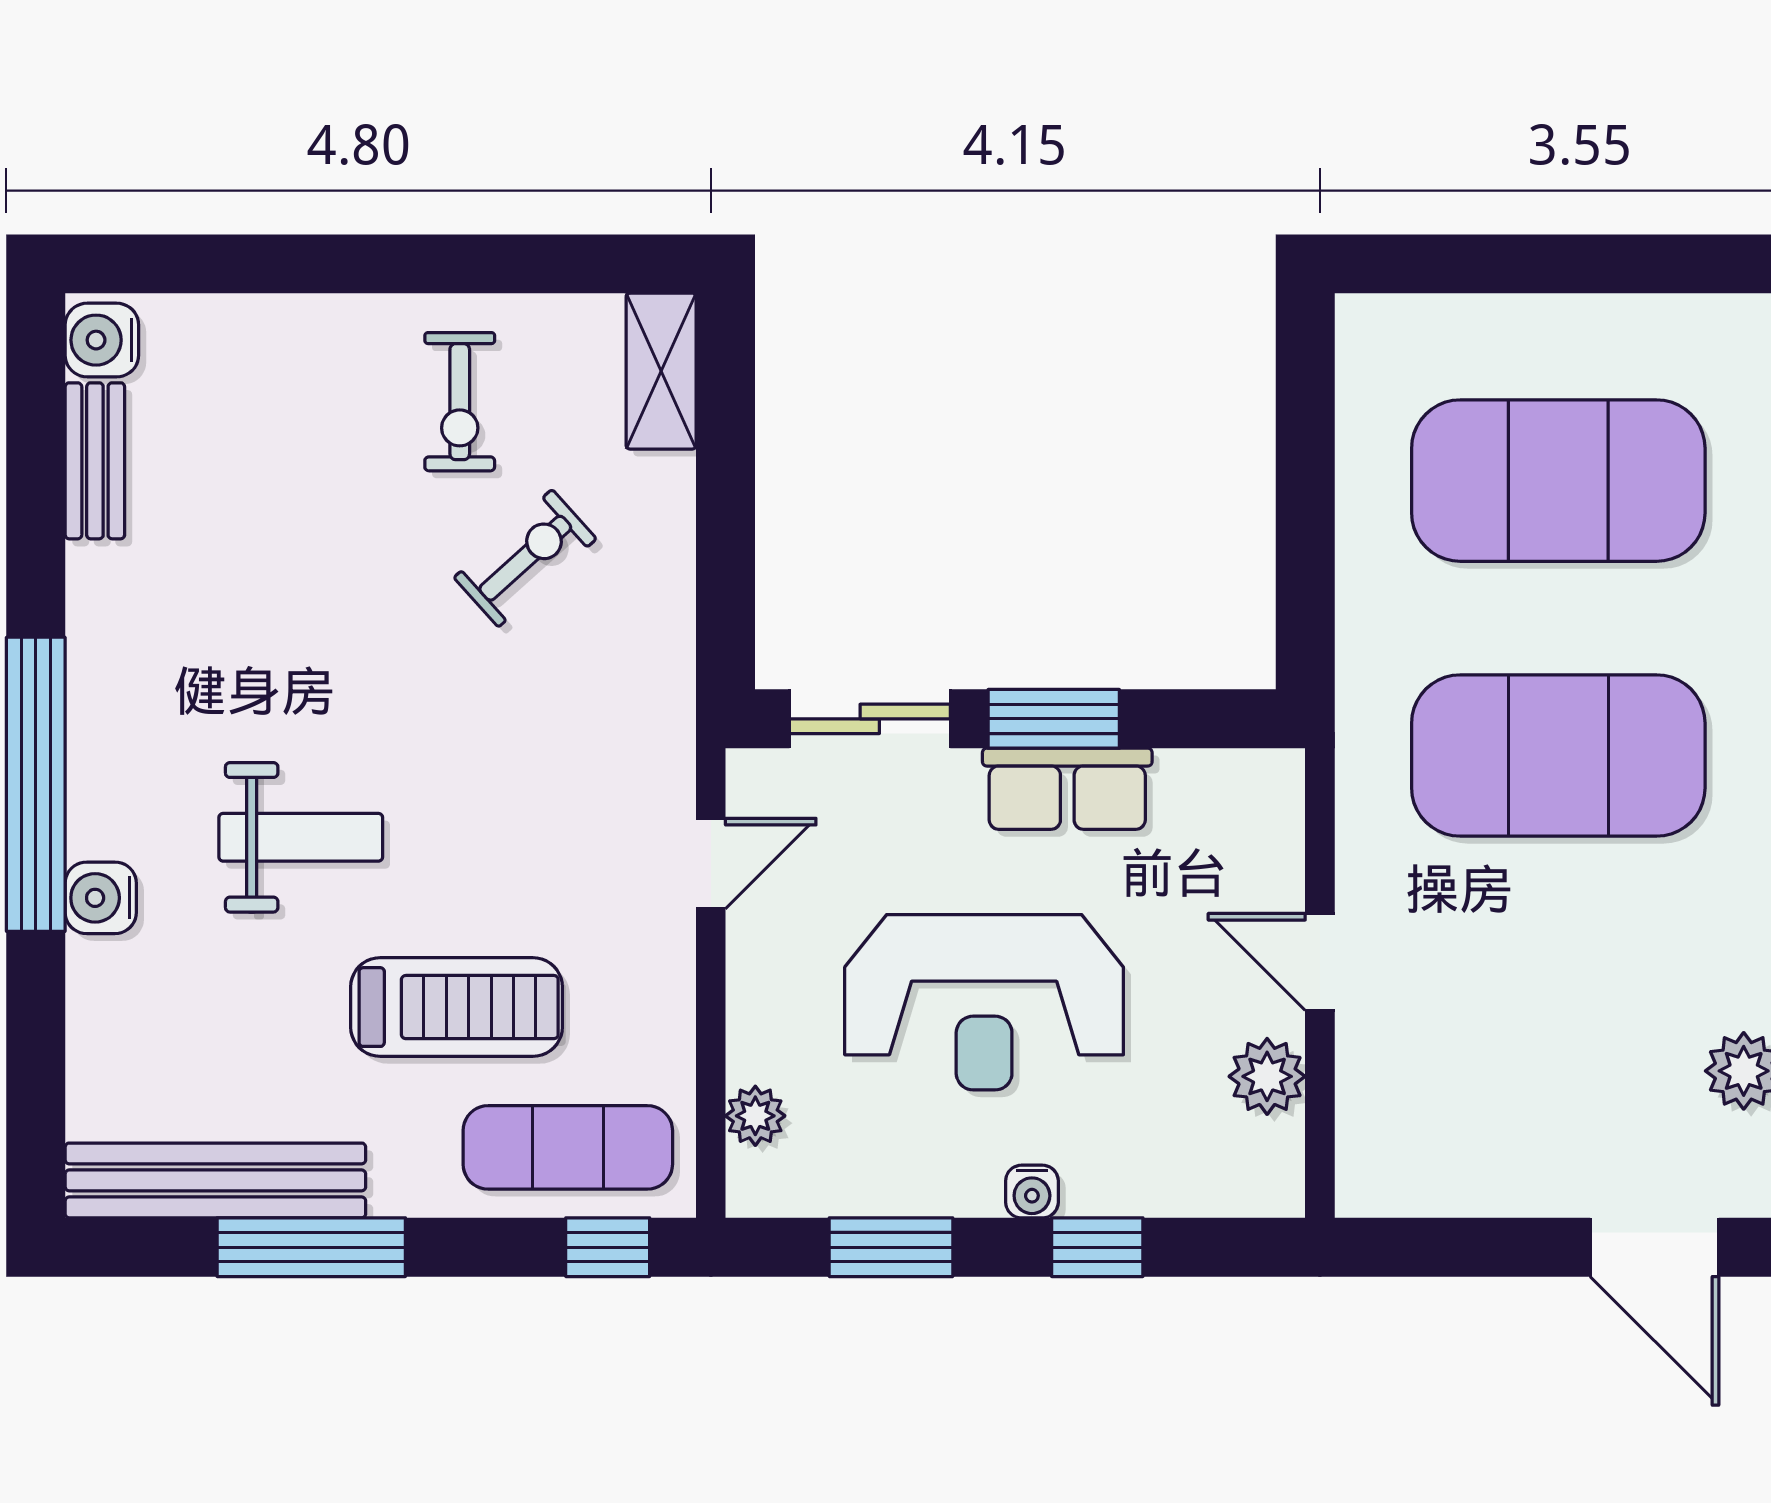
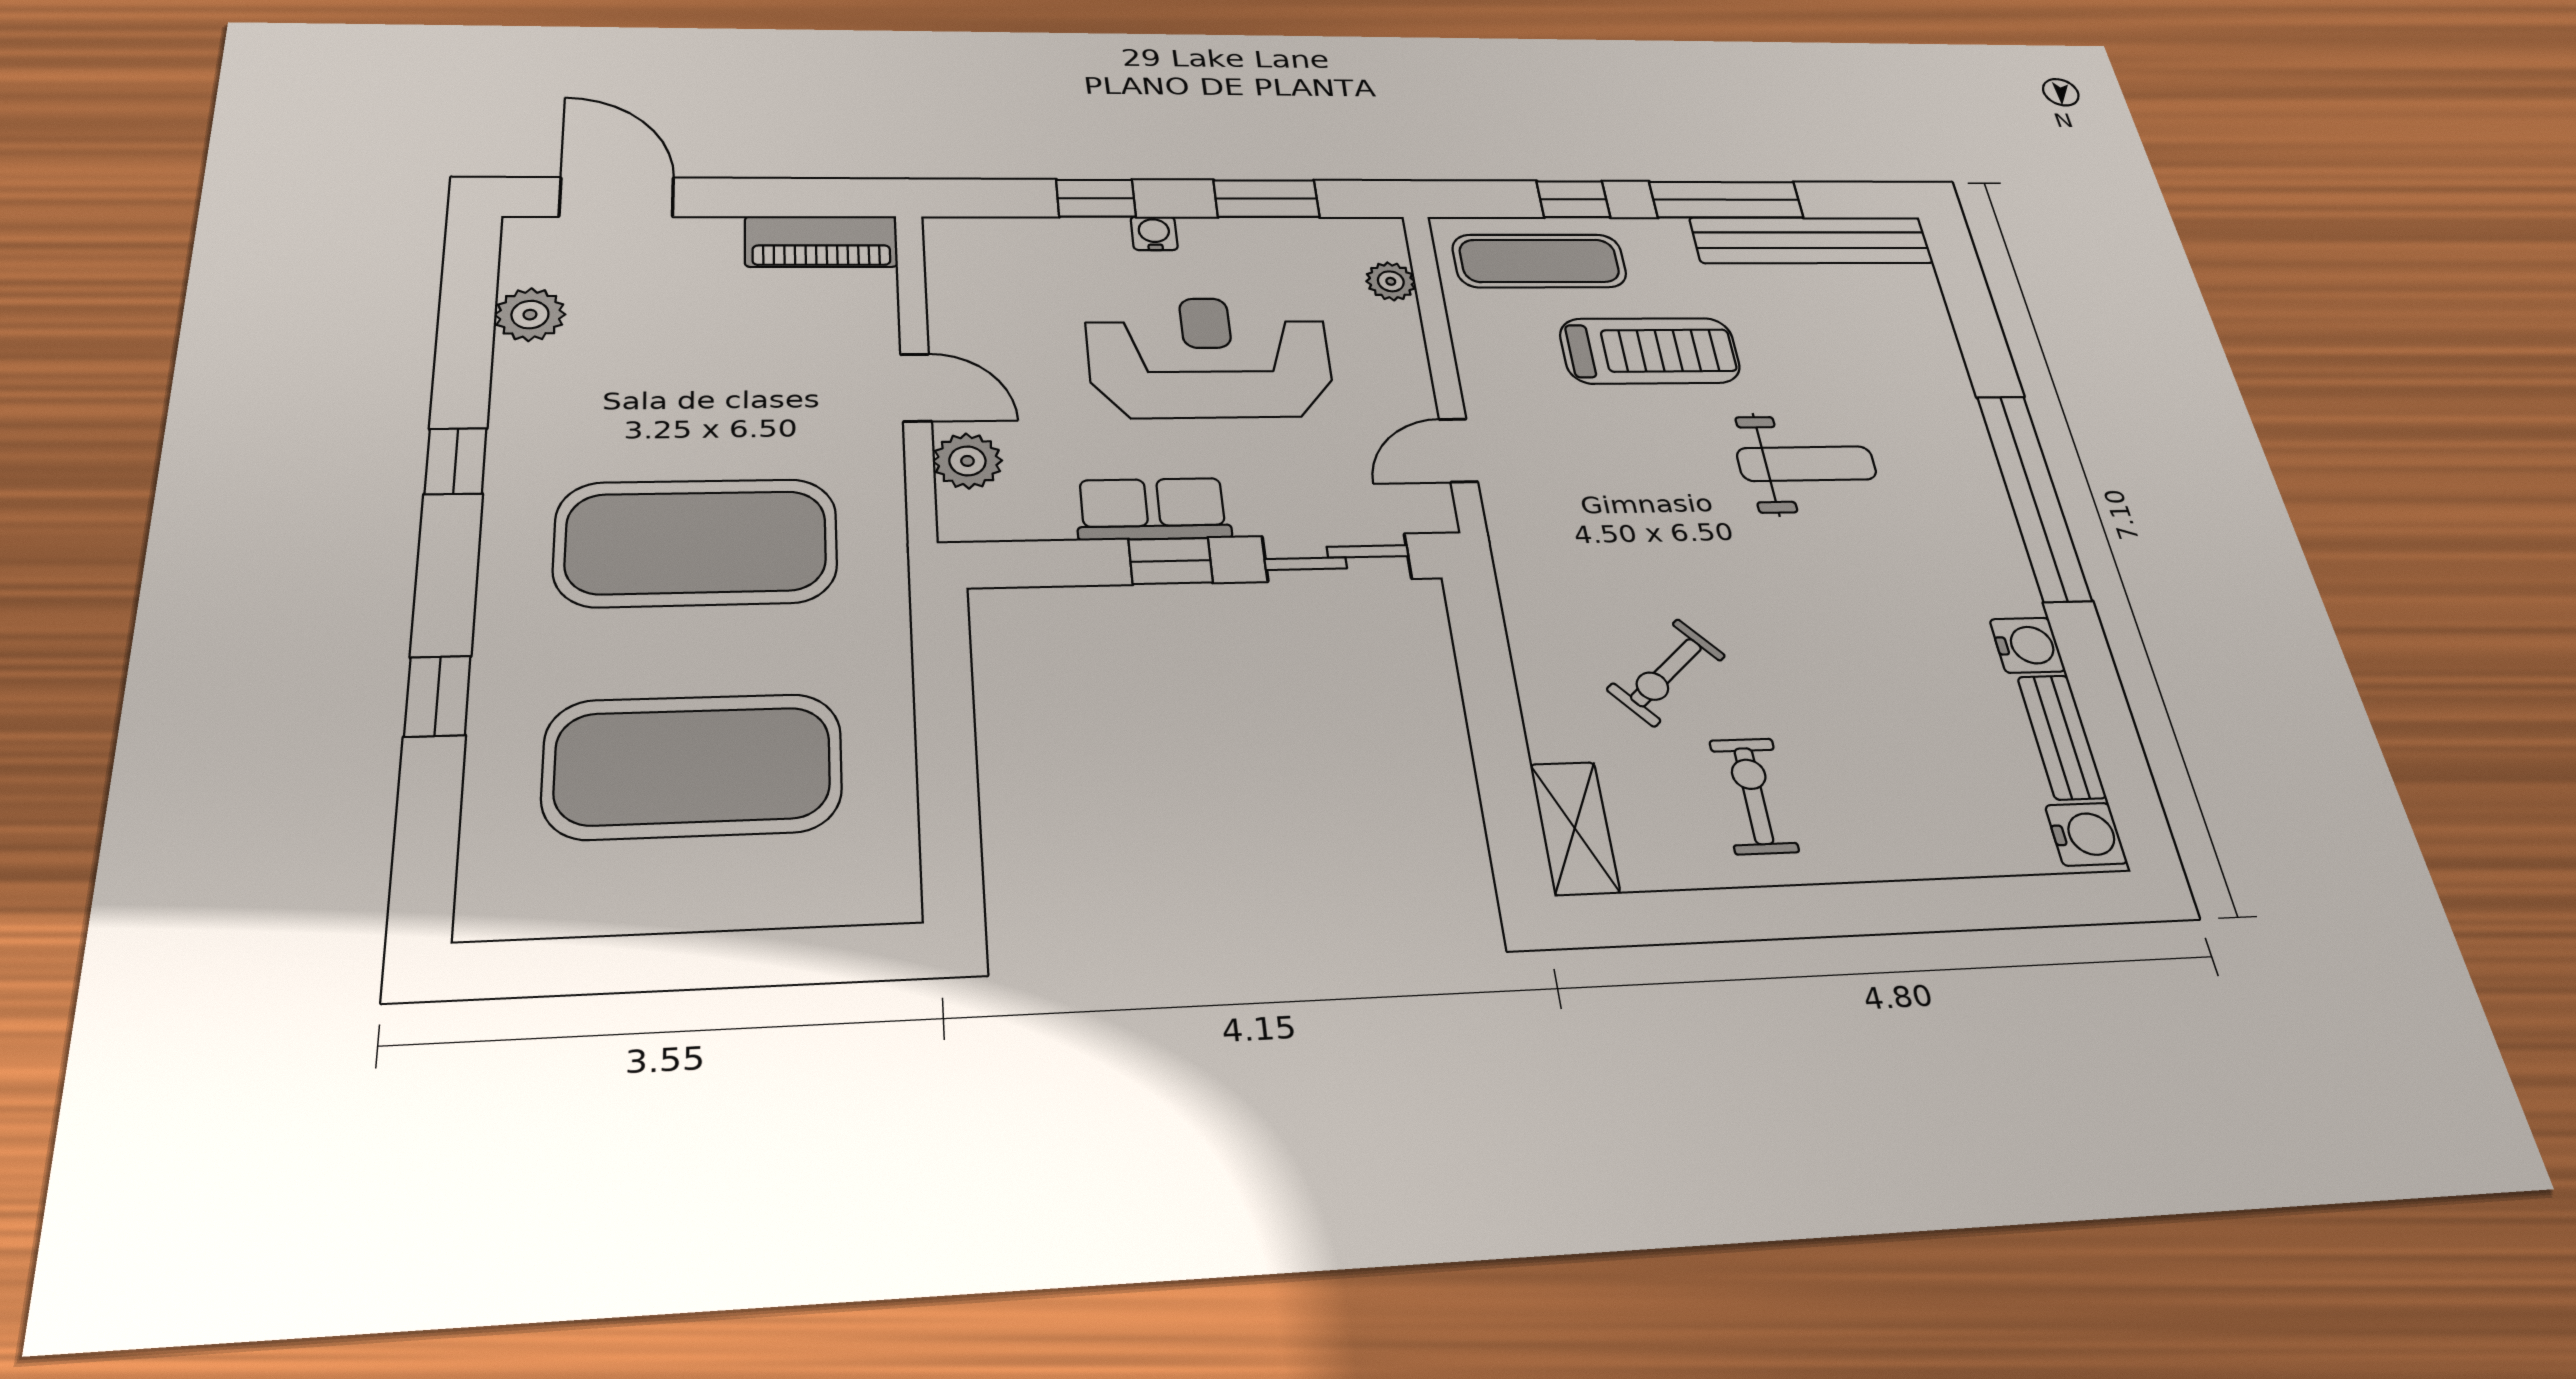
window: (1054, 719) -> (1170, 561), width x0.67
weight bench: (301, 837) -> (1807, 464), turned 180
water cooler: (101, 898) -> (2027, 645), moved
treadmill: (457, 1007) -> (1650, 351), turned 180
plant: (1267, 1076) -> (967, 461), moved
piano: (1421, 1179) -> (821, 241), added
window: (608, 1247) -> (1573, 199), moved

